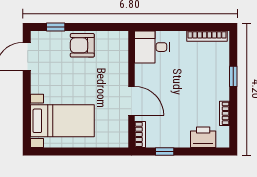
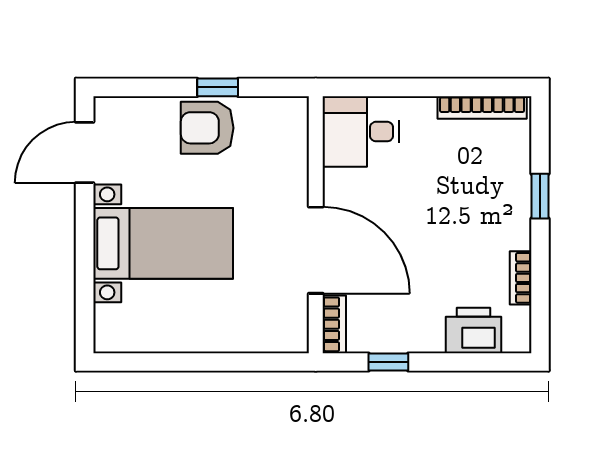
window: (56, 27) -> (218, 87), moved
door: (132, 101) -> (316, 250), width x1.36
bed with nightstands: (62, 121) -> (163, 243), moved

